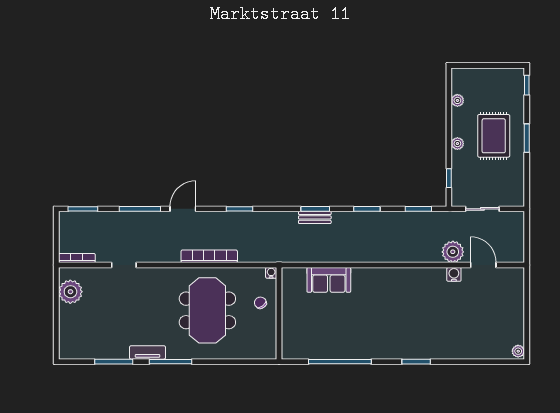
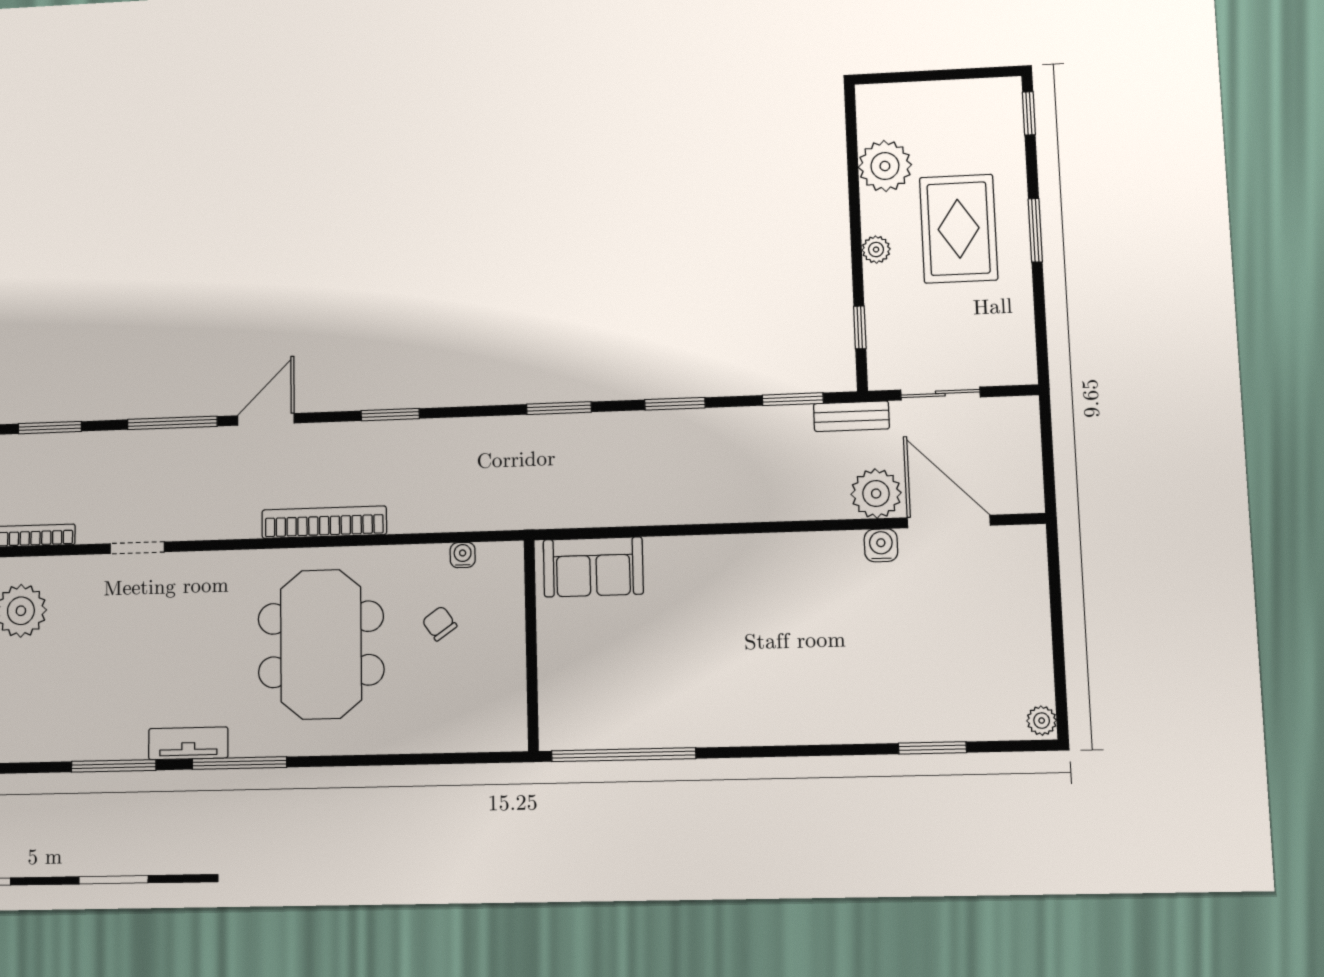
plant: (457, 100) -> (885, 166), width x1.88, depth x1.88
bench: (315, 217) -> (851, 416), moved
door: (483, 265) -> (949, 521), width x1.36
wall: (279, 313) -> (531, 645), moved
window: (416, 362) -> (932, 748), moved

